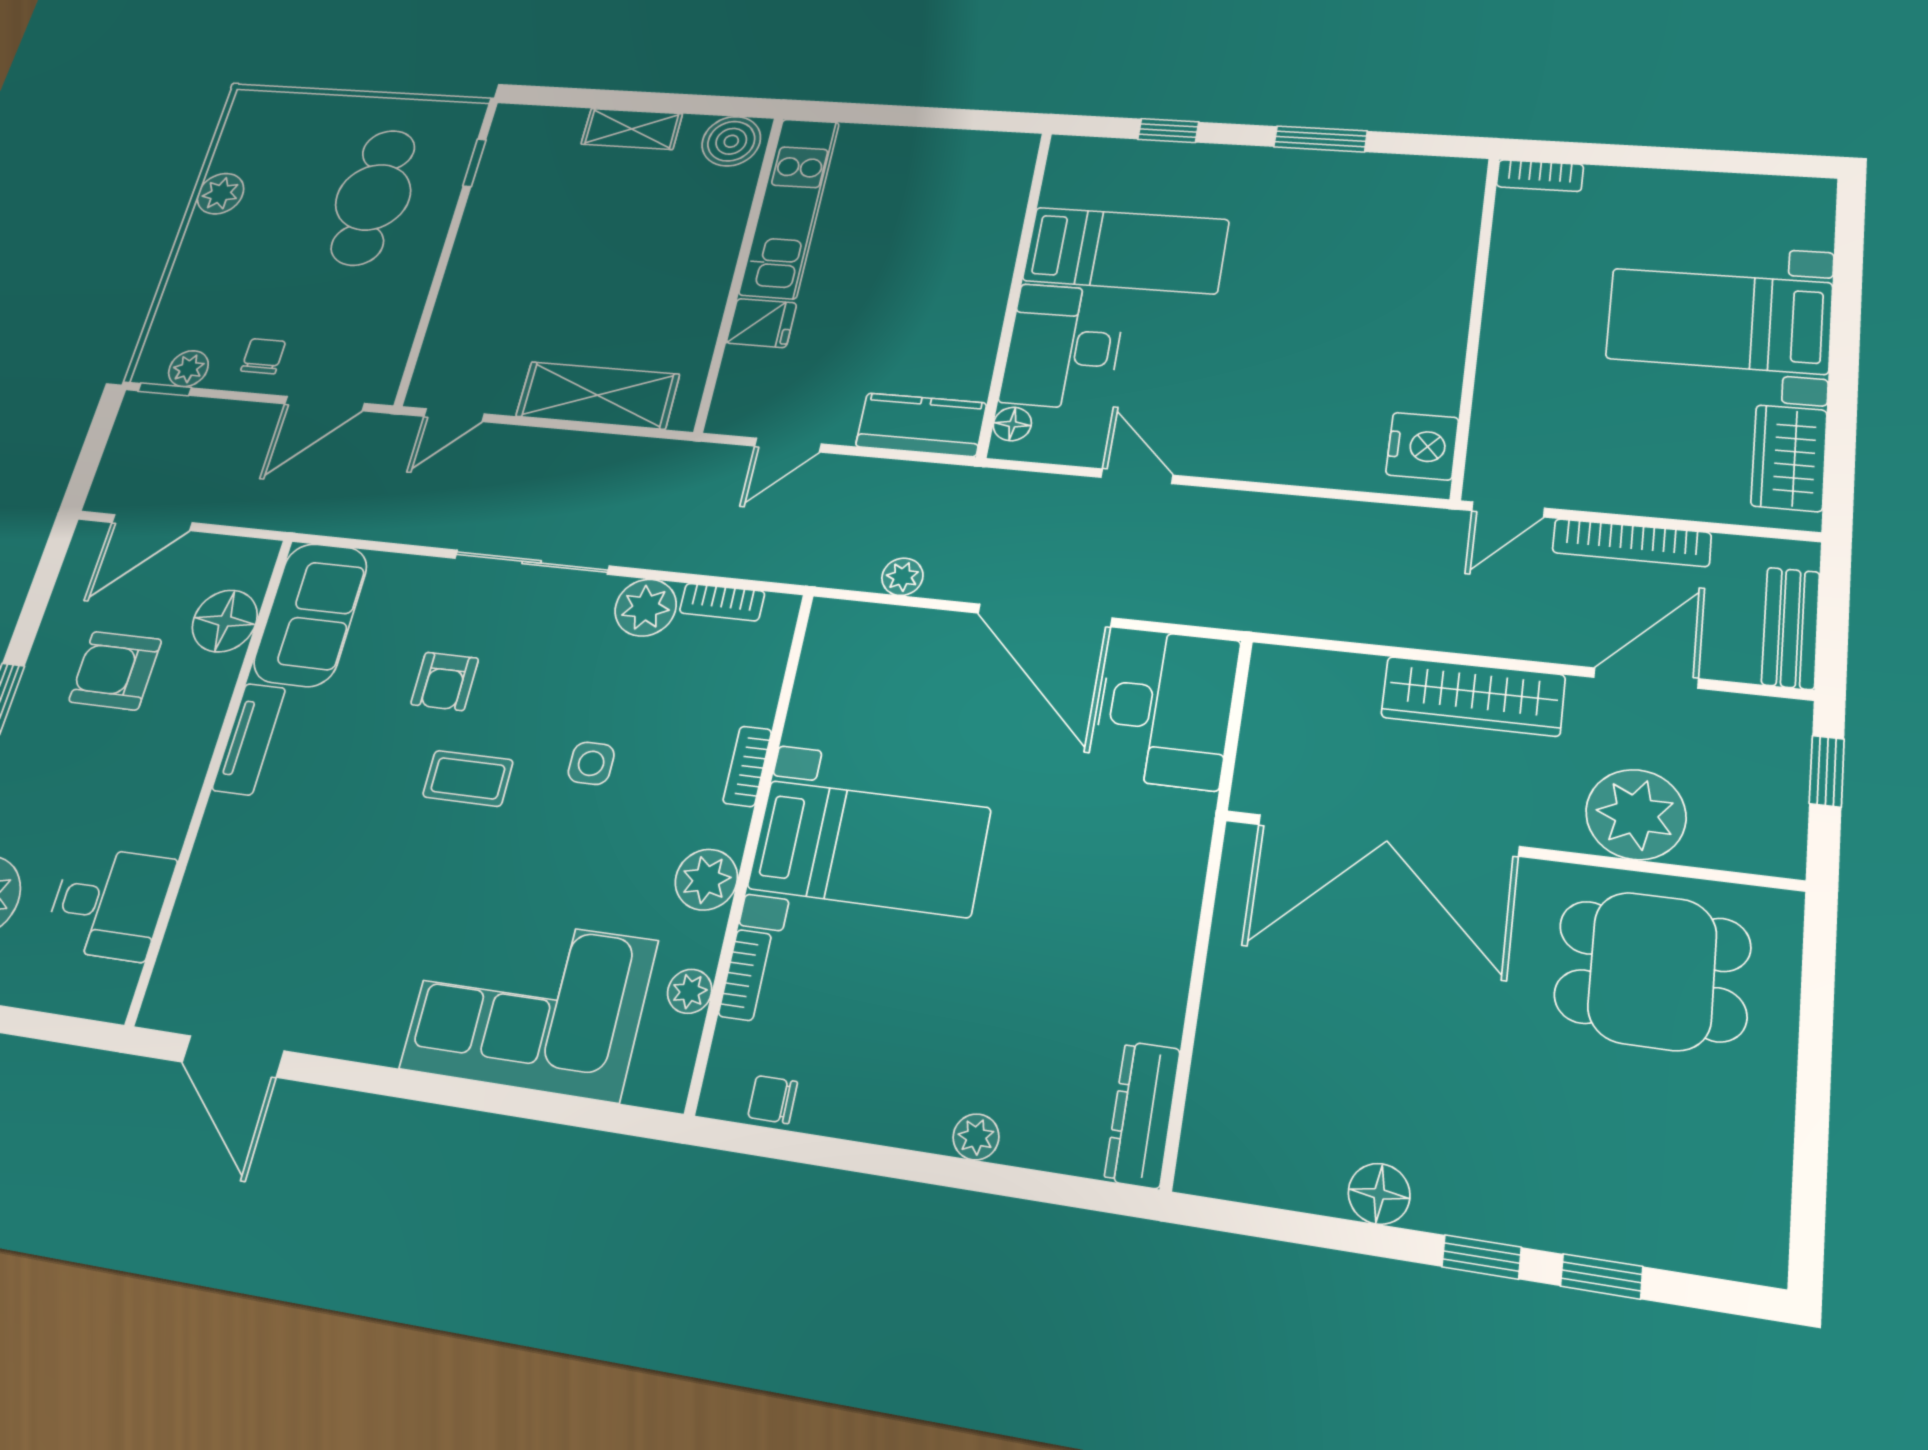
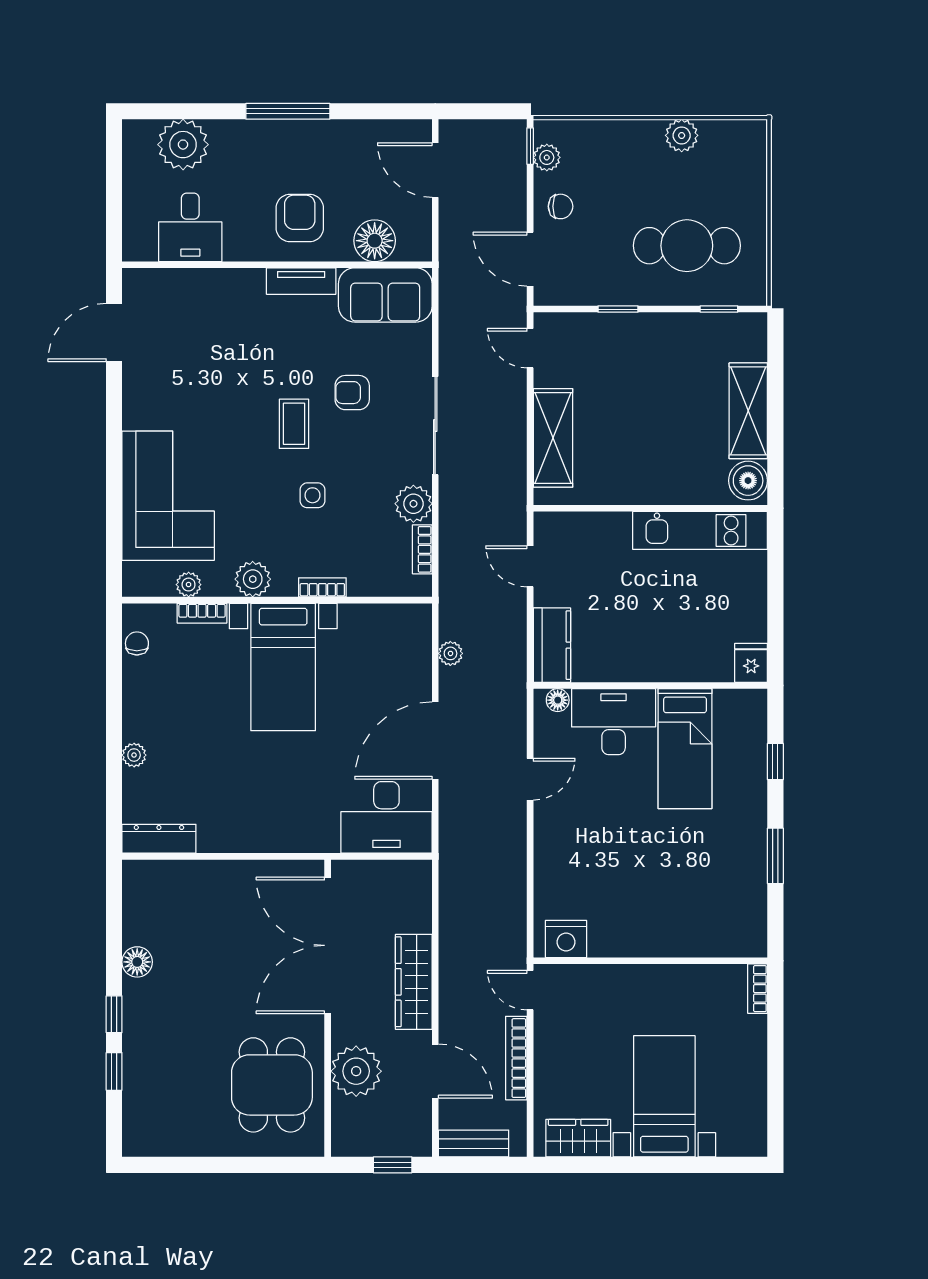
shelving: (632, 129) -> (748, 411), width x1.50, depth x1.33
window: (434, 292) -> (618, 309), added
fridge: (762, 323) -> (751, 663), moved, turned 180
armchair: (115, 671) -> (300, 218), moved

